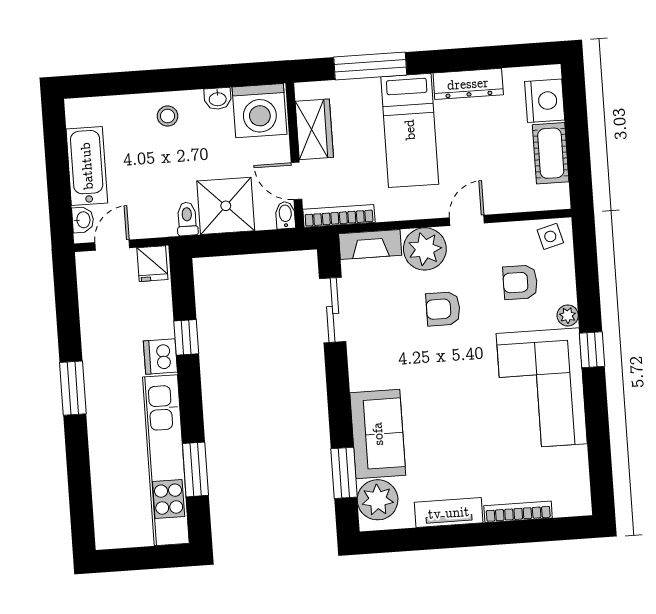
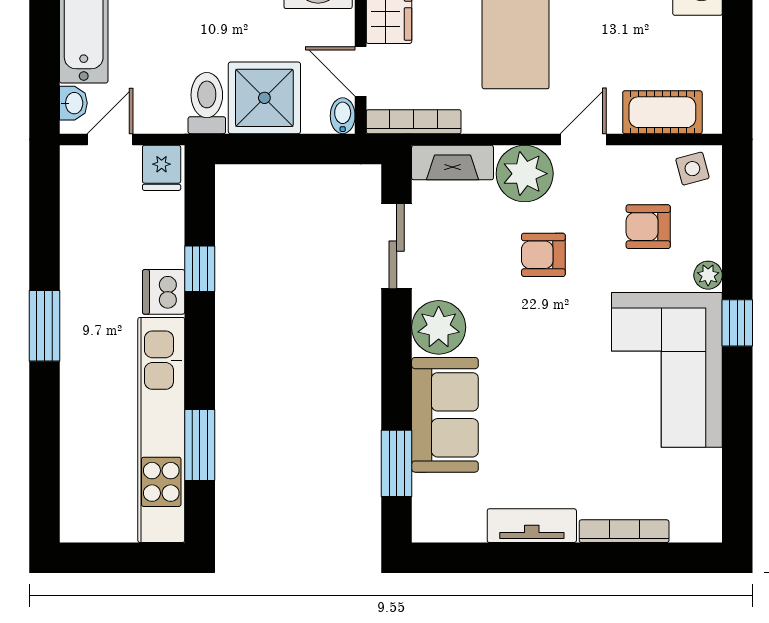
cot: (551, 153) -> (662, 112), moved, turned 90
toilet: (187, 219) -> (207, 103), width x1.37, depth x1.39
plant: (378, 500) -> (439, 327), moved

